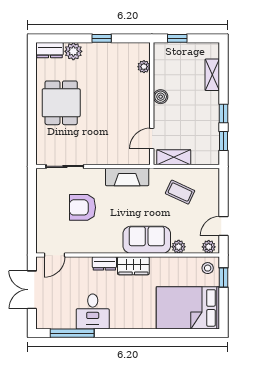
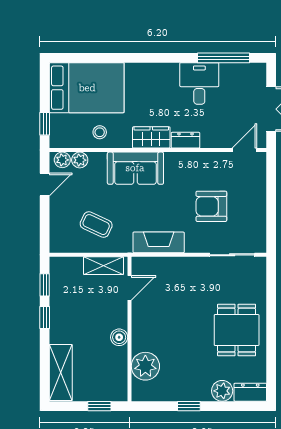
plant: (144, 67) -> (145, 366), width x1.88, depth x1.88
shelving: (212, 75) -> (61, 373), width x1.50, depth x1.33
armchair: (82, 207) -> (211, 206), turned 180
plant: (179, 247) -> (80, 160), moved
stool: (208, 268) -> (100, 132), moved

